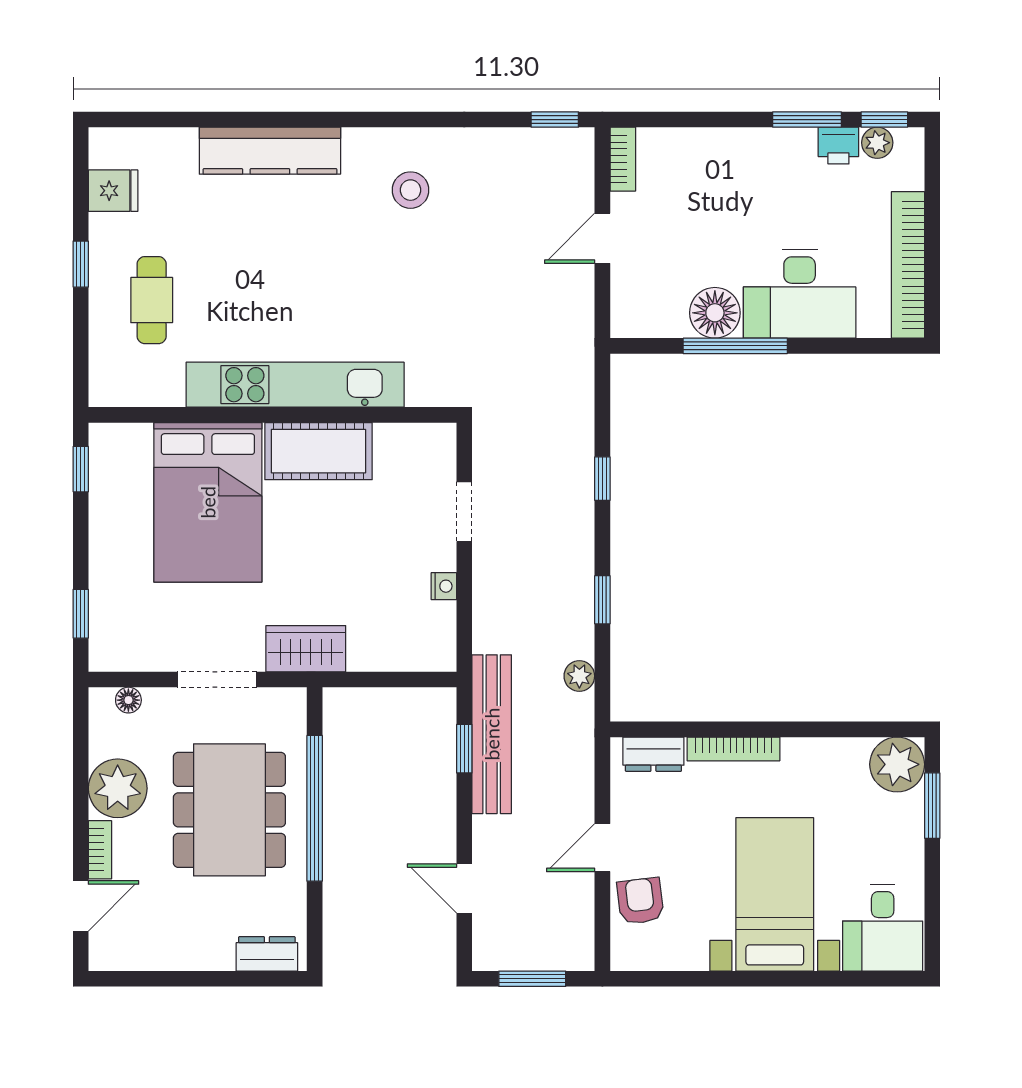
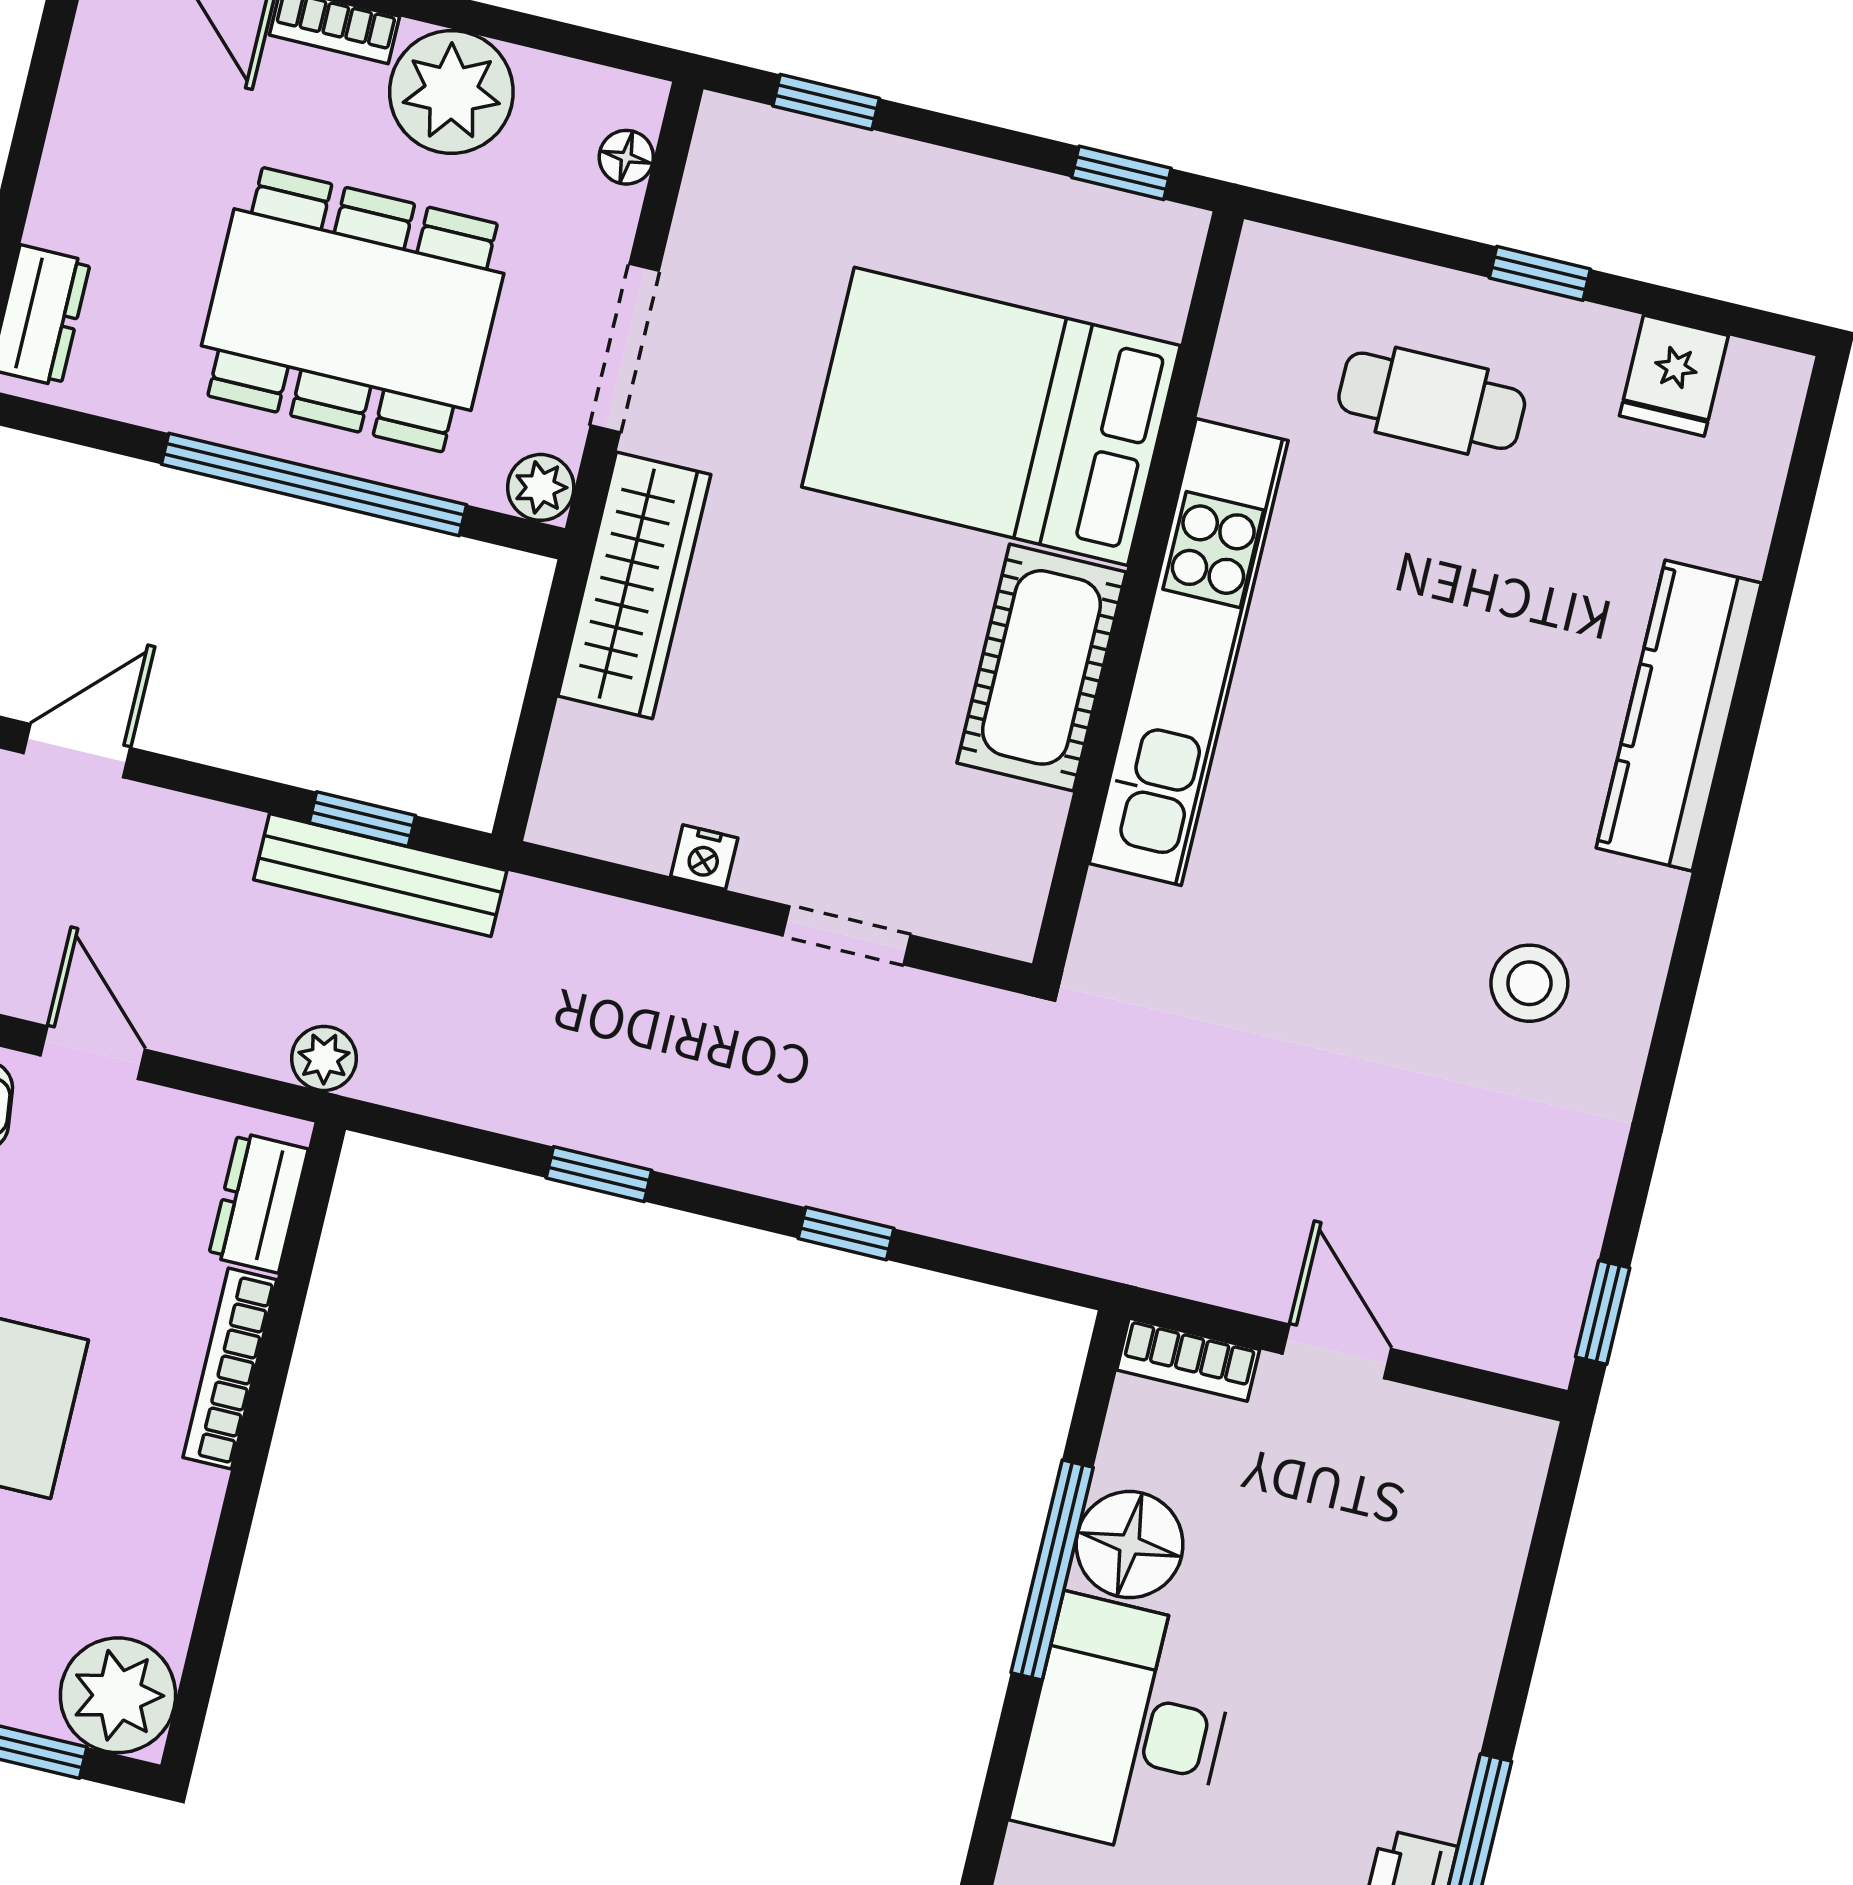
bookcase: (623, 159) -> (1188, 1360), moved
wardrobe: (306, 649) -> (634, 585), width x1.50
plant: (579, 676) -> (324, 1058), moved
plant: (291, 703) -> (541, 487), added
bench: (492, 734) -> (380, 875), width x0.73, depth x0.82

